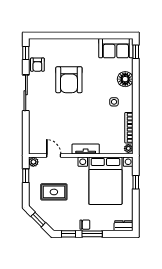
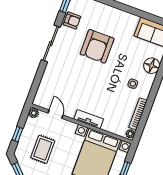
armchair: (37, 65) -> (72, 20), turned -90
window: (26, 176) -> (17, 134), moved
rug: (54, 192) -> (43, 149), turned 90

